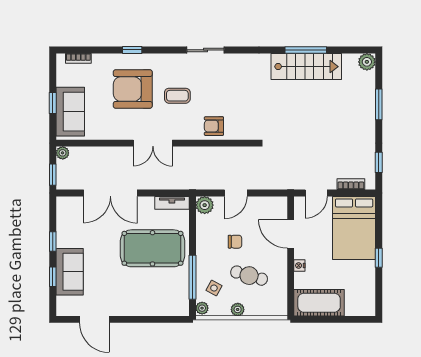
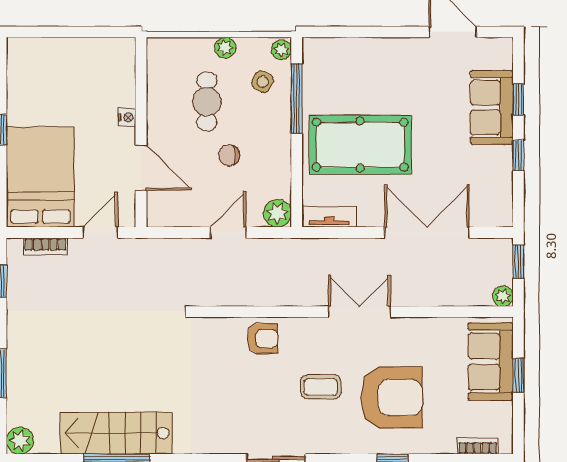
cafe table: (249, 276) -> (207, 101), turned 74
cot: (319, 303) -> (96, 58), removed

